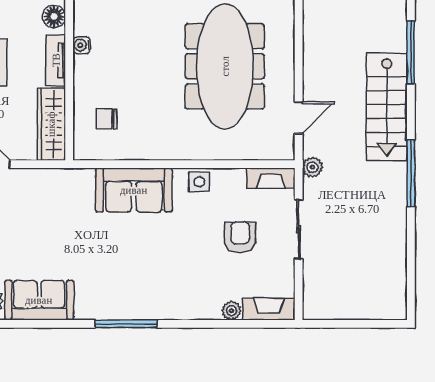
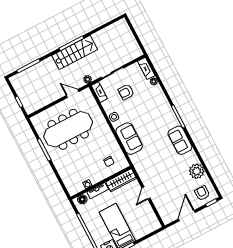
stairs: (387, 107) -> (75, 52), moved
sofa: (39, 300) -> (180, 140), moved

